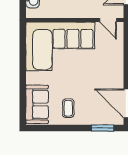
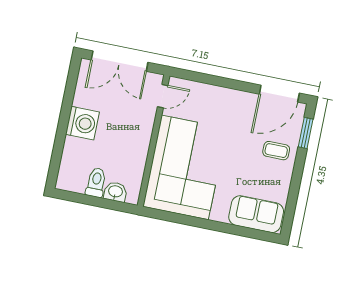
coffee table: (68, 108) -> (276, 151), moved

